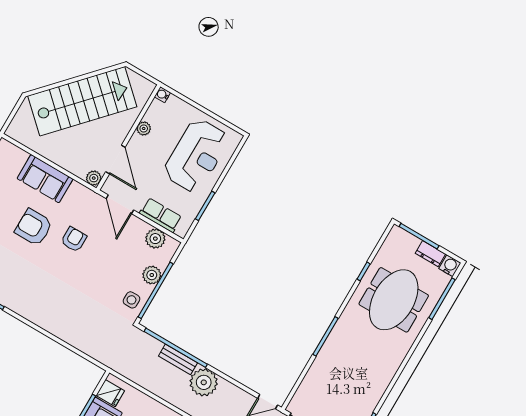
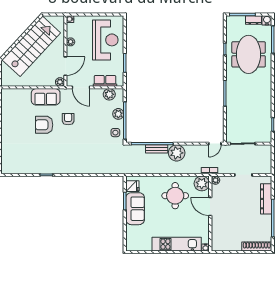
door: (115, 159) -> (65, 66), hinge flipped
sofa: (45, 179) -> (46, 97), moved

